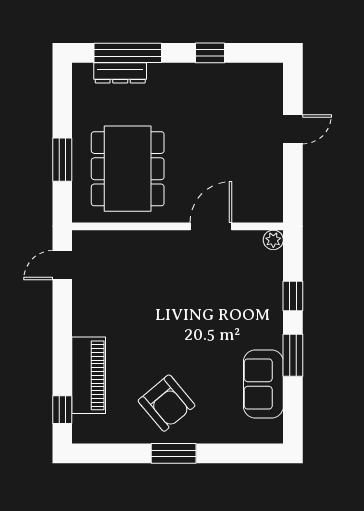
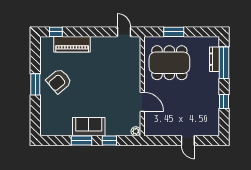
sofa: (263, 384) -> (89, 127), moved

